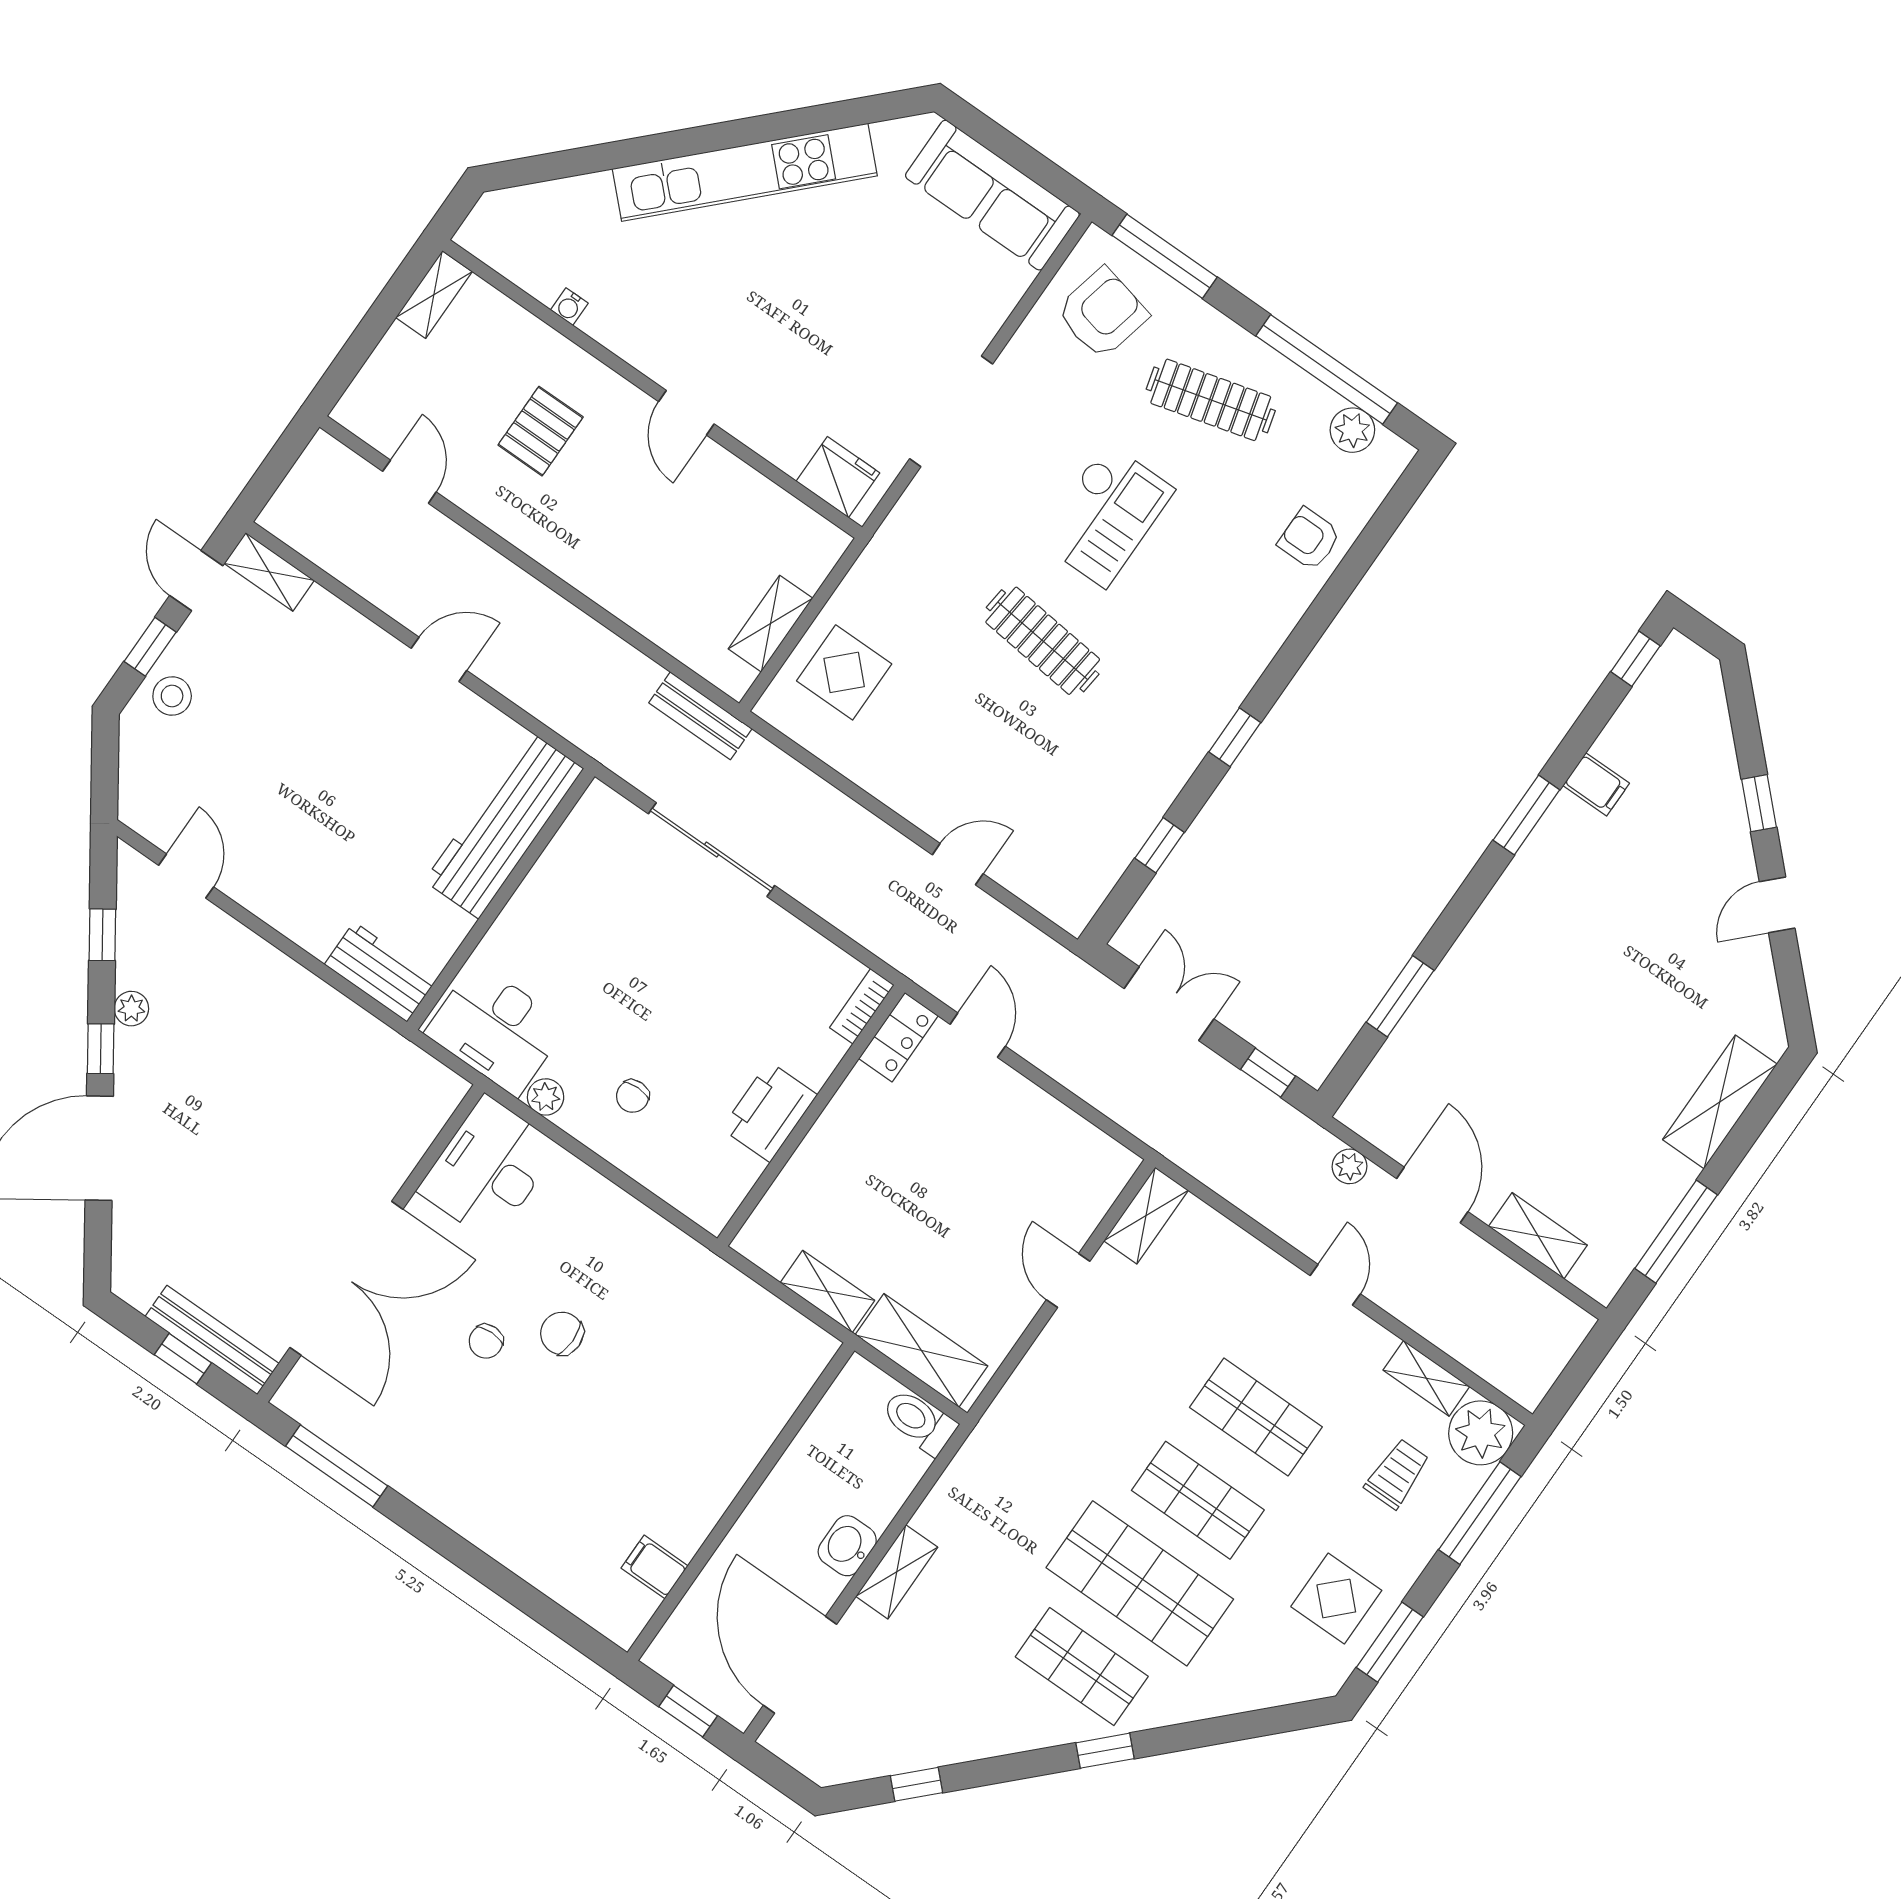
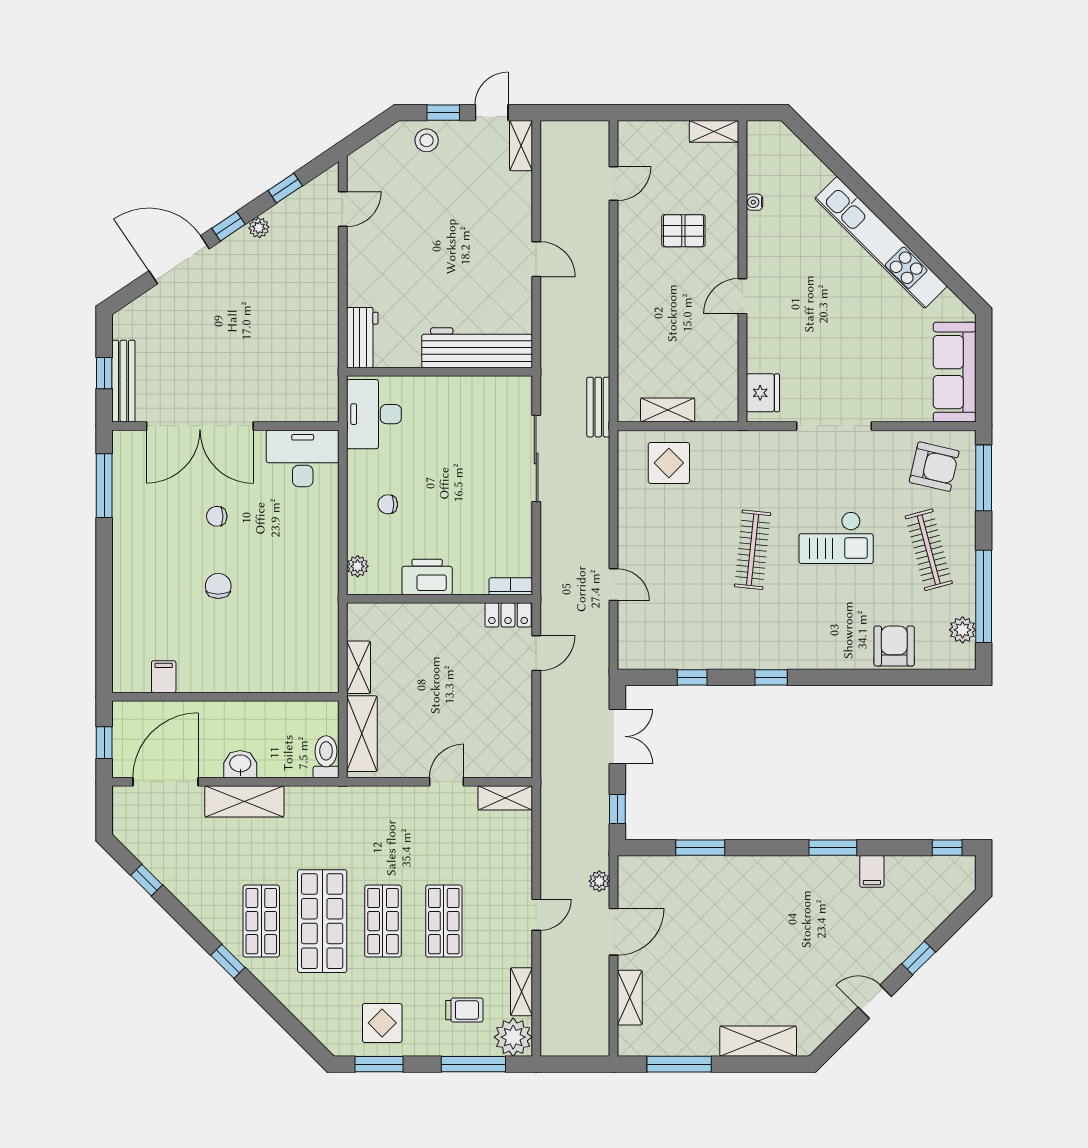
armchair: (1309, 539) -> (894, 646), width x1.38, depth x1.38
plant: (546, 1097) -> (358, 566), moved
chair: (562, 1333) -> (218, 586), moved
shelving: (897, 1572) -> (244, 801), width x1.50, depth x1.33

